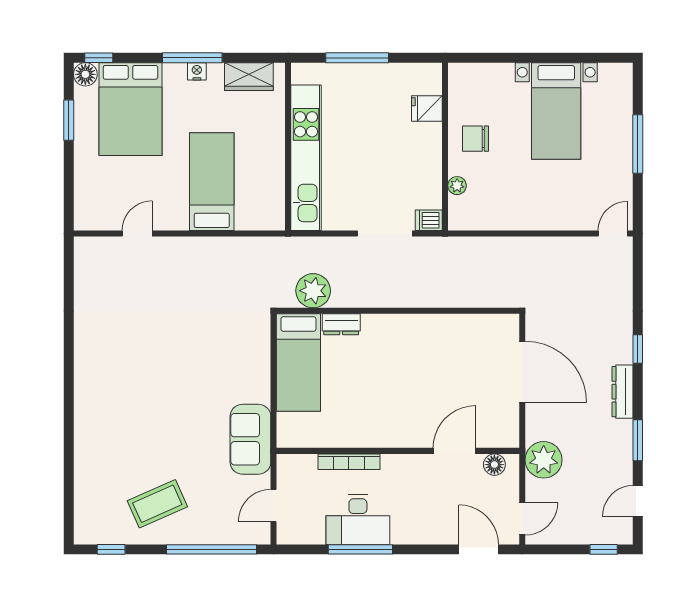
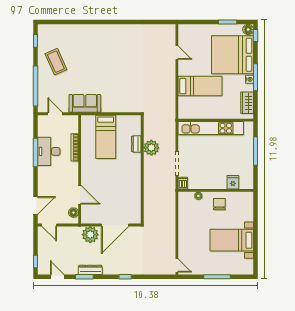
bed: (130, 109) -> (233, 55), width x1.36
plant: (313, 291) -> (151, 148), moved
bed: (298, 363) -> (106, 137), moved, turned -90
dresser: (622, 392) -> (90, 270), moved
plant: (544, 460) -> (90, 235), moved

